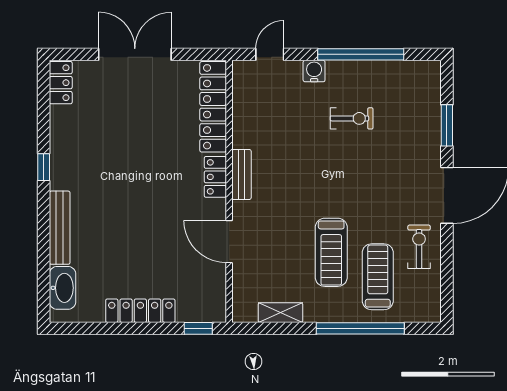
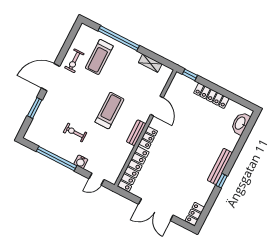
bench: (60, 228) -> (220, 166), moved
treadmill: (331, 252) -> (109, 111), moved

